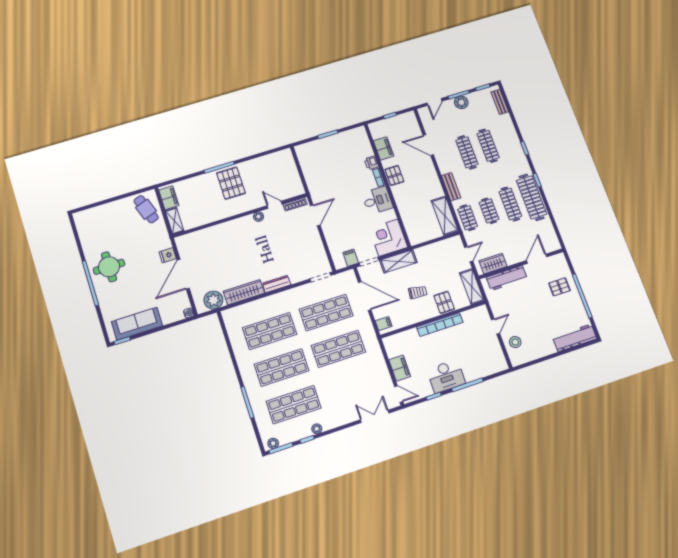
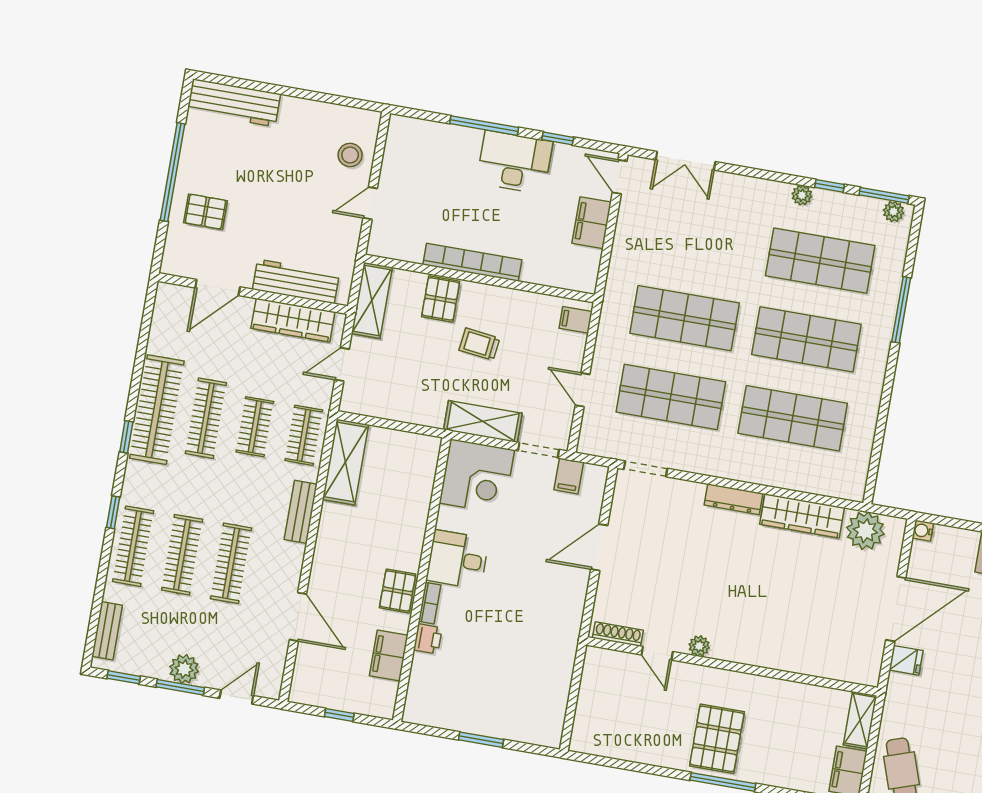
clothes rail: (509, 139) -> (133, 546), added
door: (315, 215) -> (599, 547), moved
wardrobe: (493, 264) -> (293, 320), width x1.50
door: (365, 296) -> (582, 390), width x0.53

